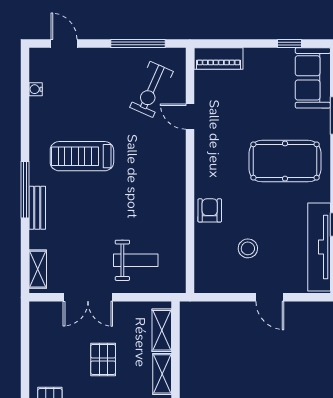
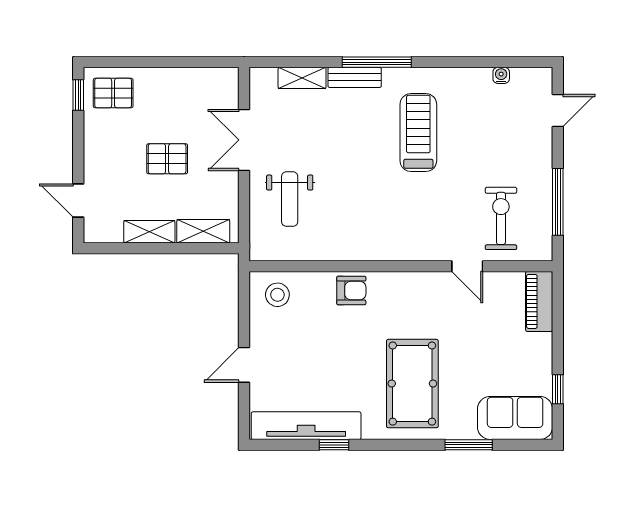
exercise bike: (151, 89) -> (501, 218), turned 66
door: (190, 117) -> (467, 266), swing flipped
stool: (248, 248) -> (277, 295), moved
shelving: (38, 269) -> (302, 78), moved

